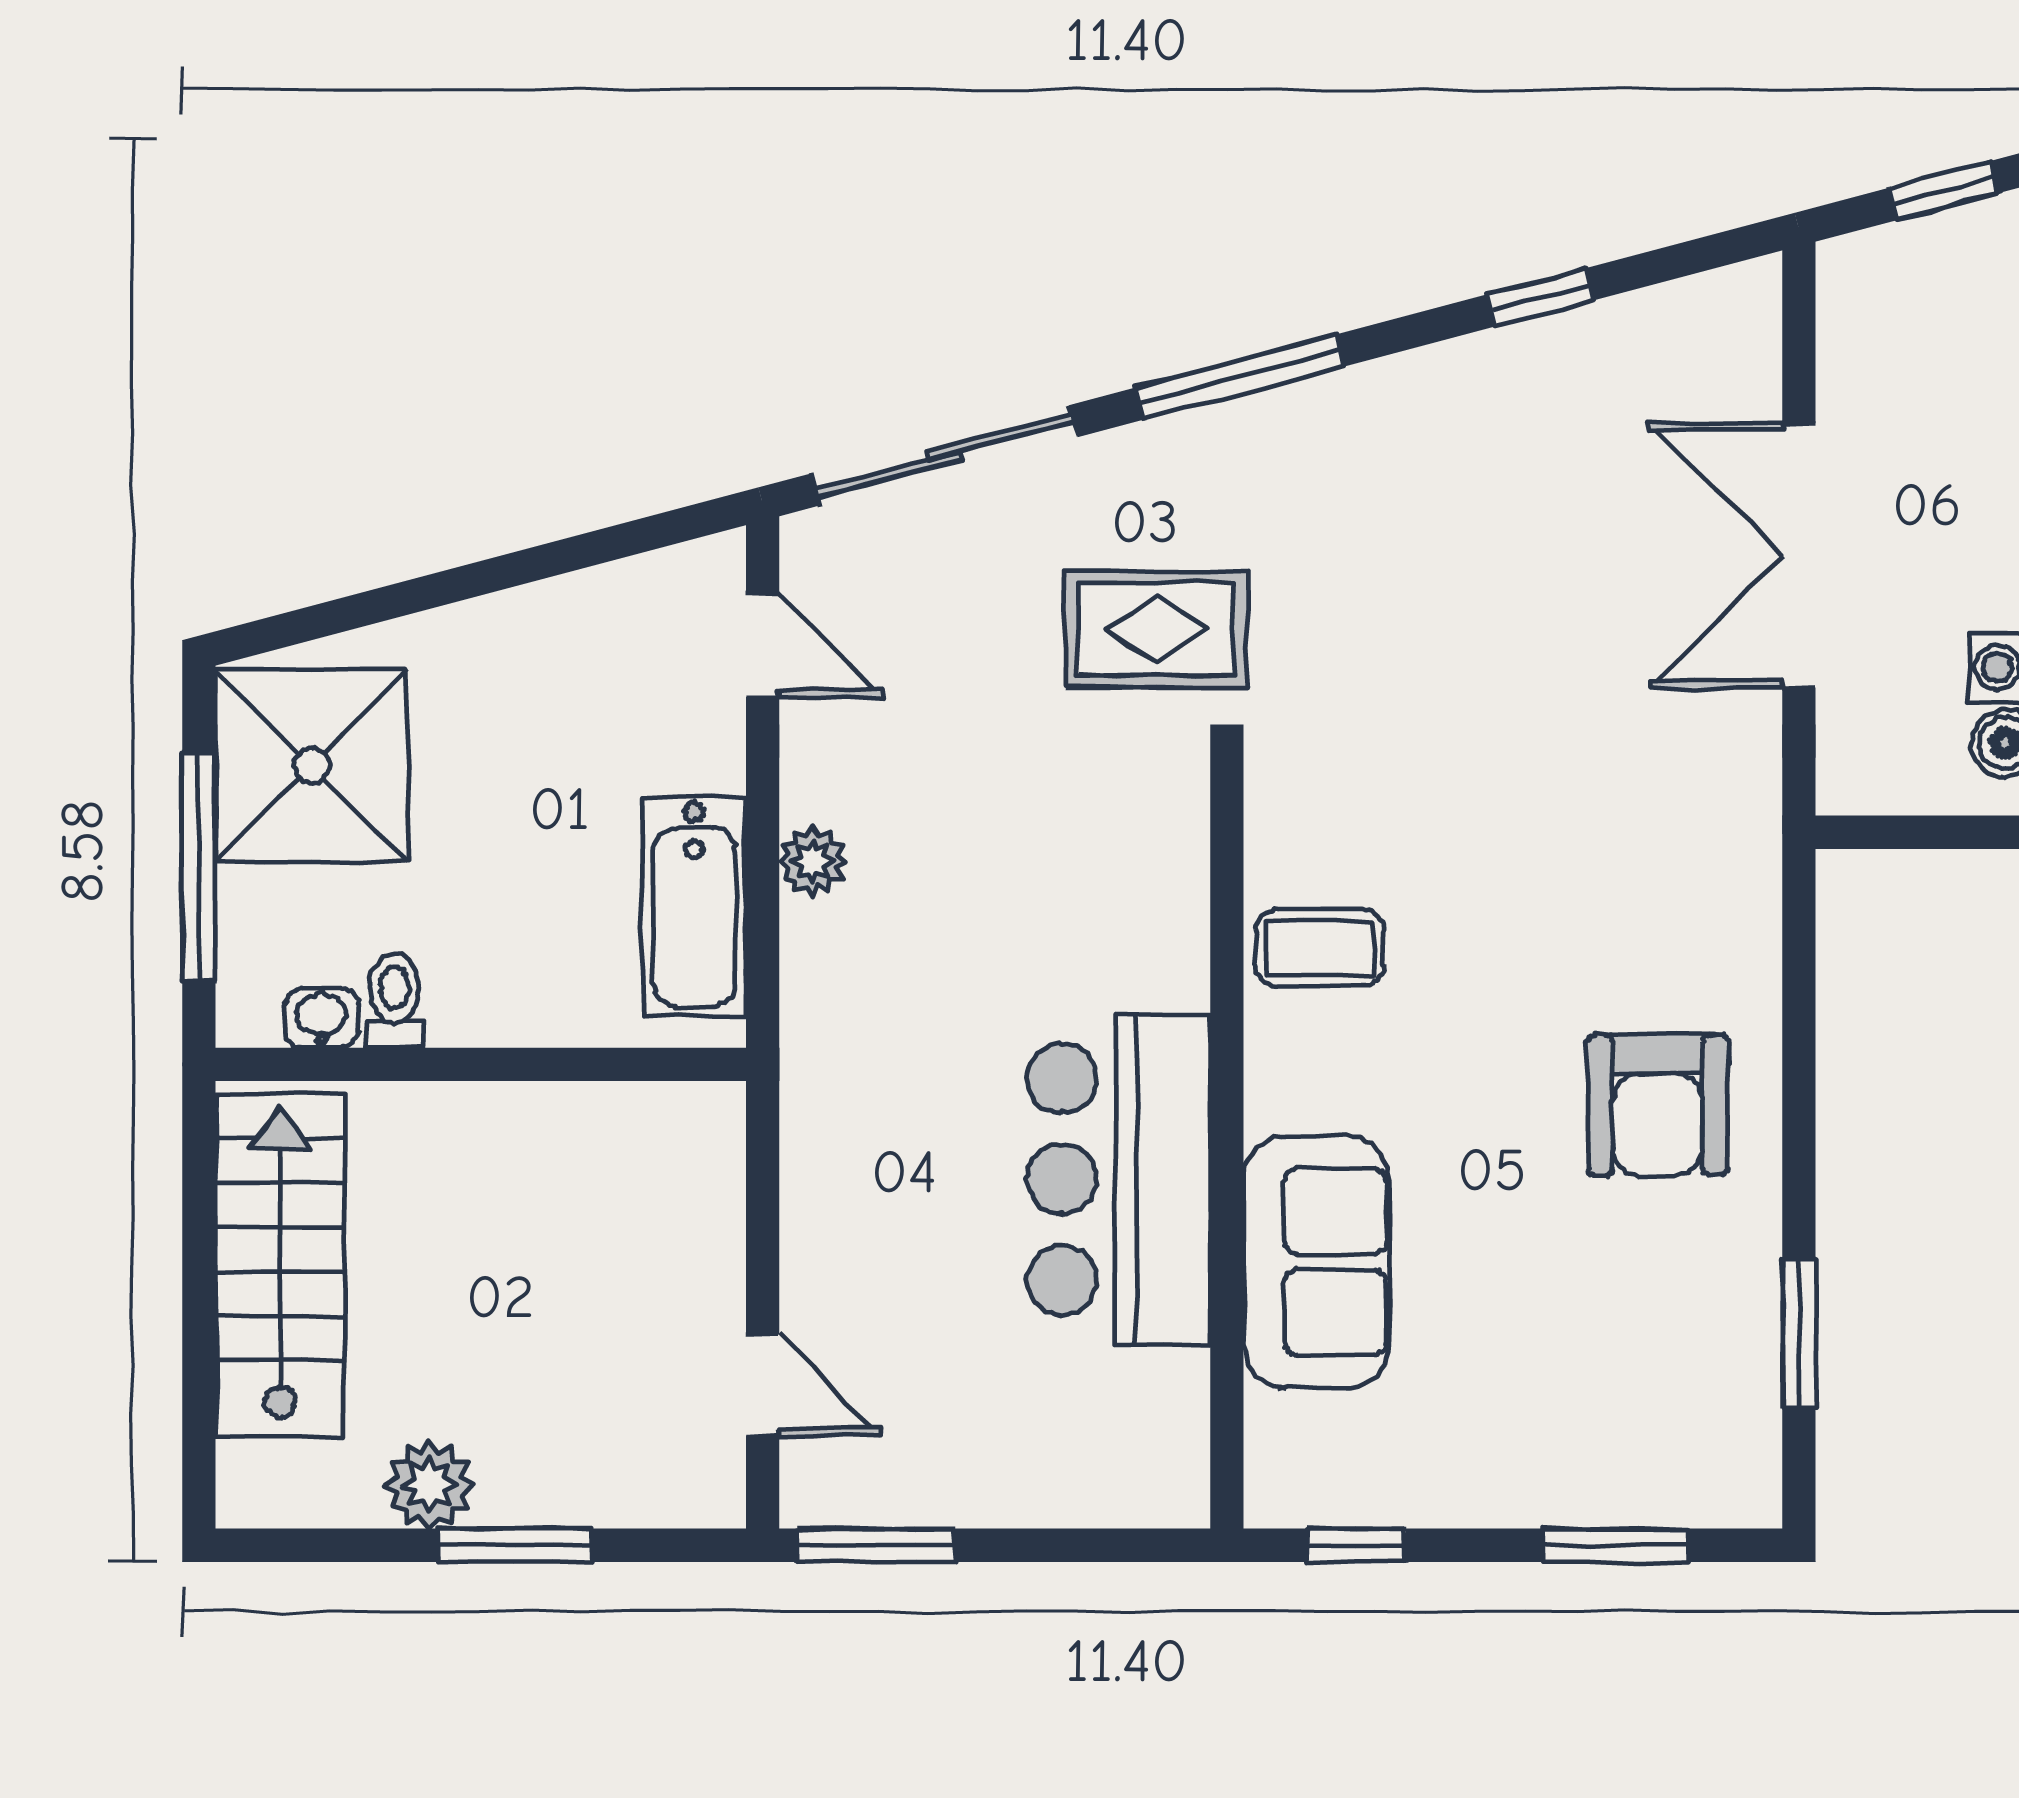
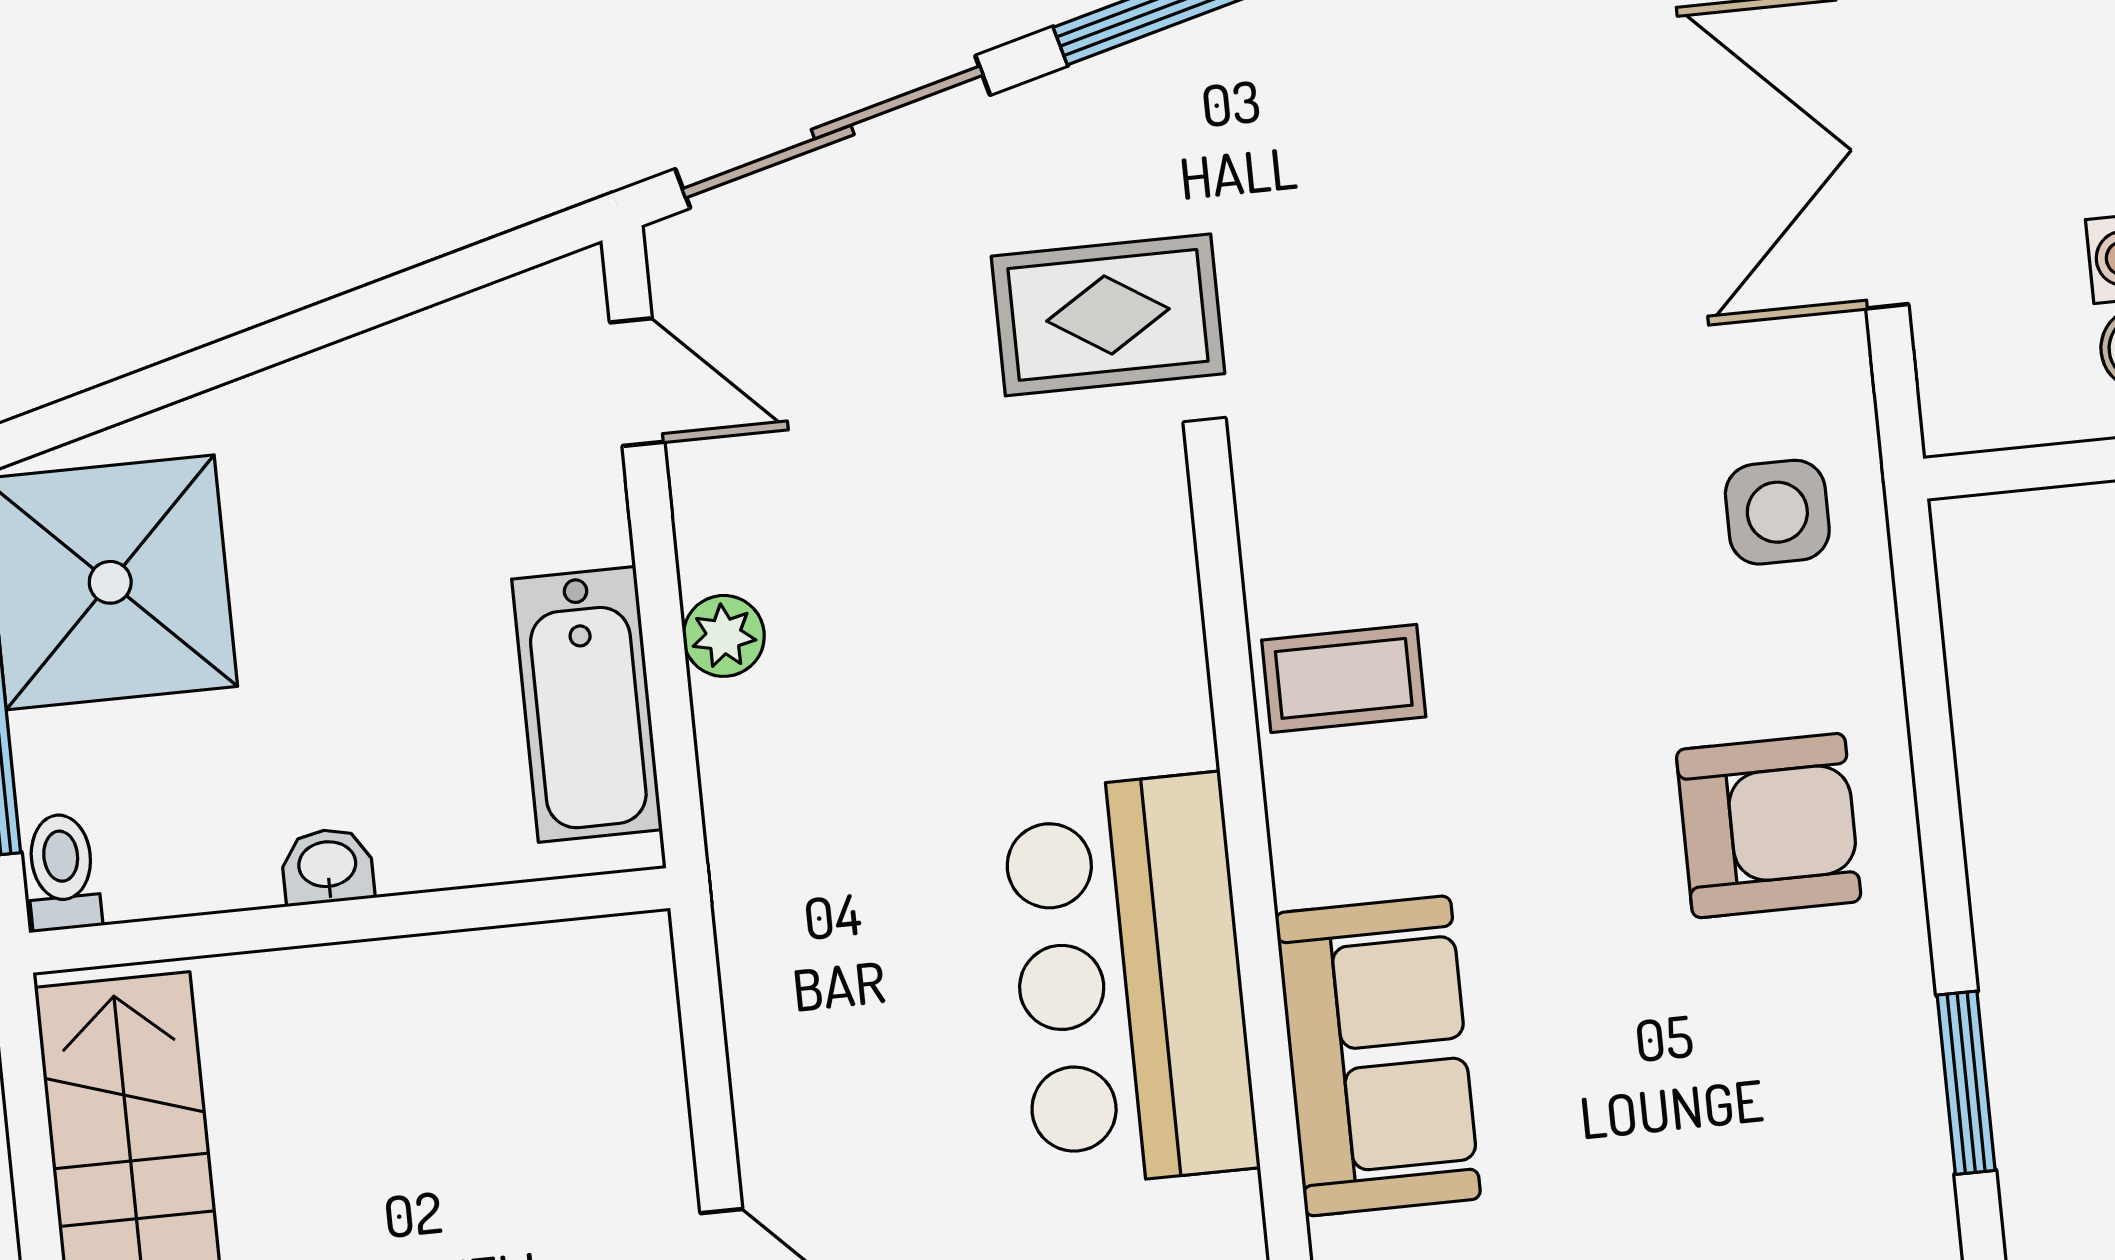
side table: (1691, 848) -> (1777, 512), added
toilet: (394, 1000) -> (62, 872), moved
washbasin: (322, 1018) -> (327, 866), moved
armchair: (1658, 1105) -> (1769, 826), turned -90

